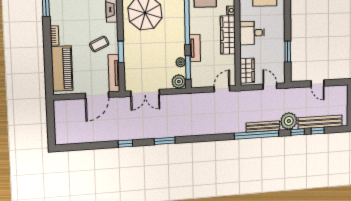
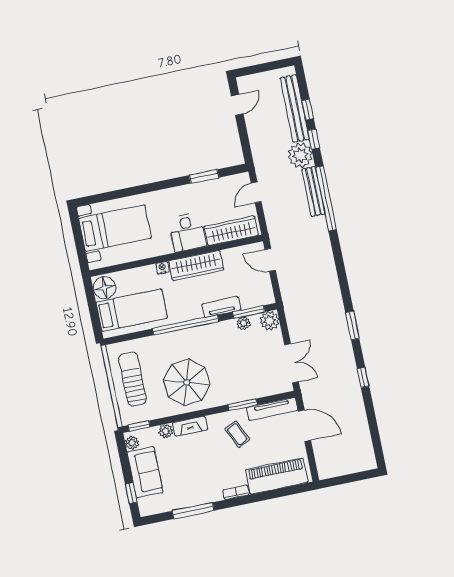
wardrobe: (247, 71) -> (231, 231), width x1.50
door: (318, 83) -> (237, 105), moved

